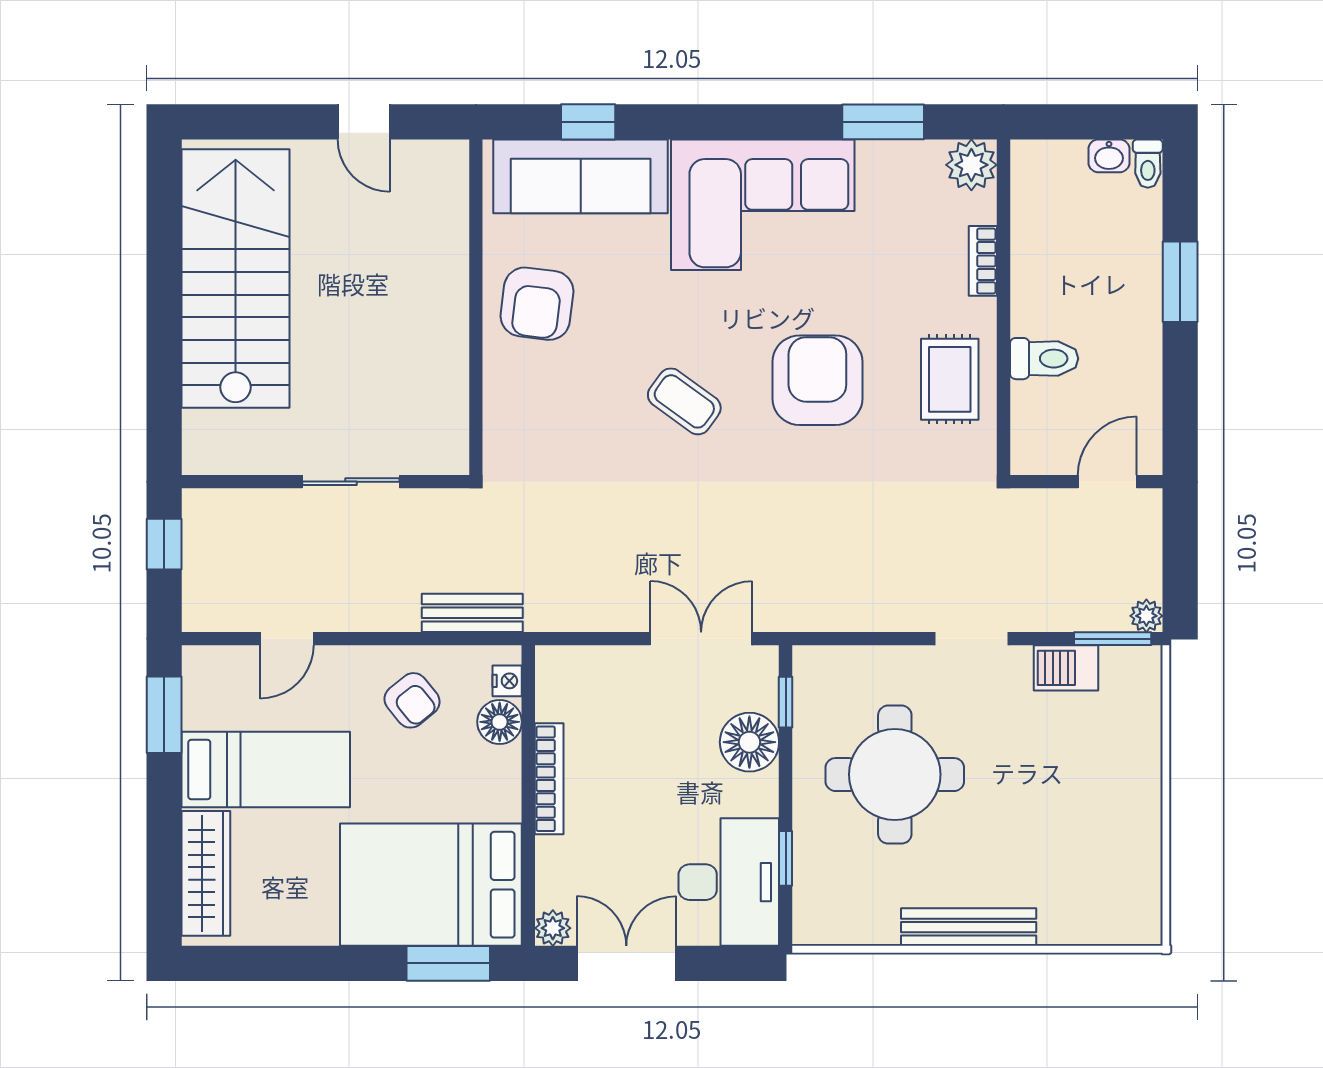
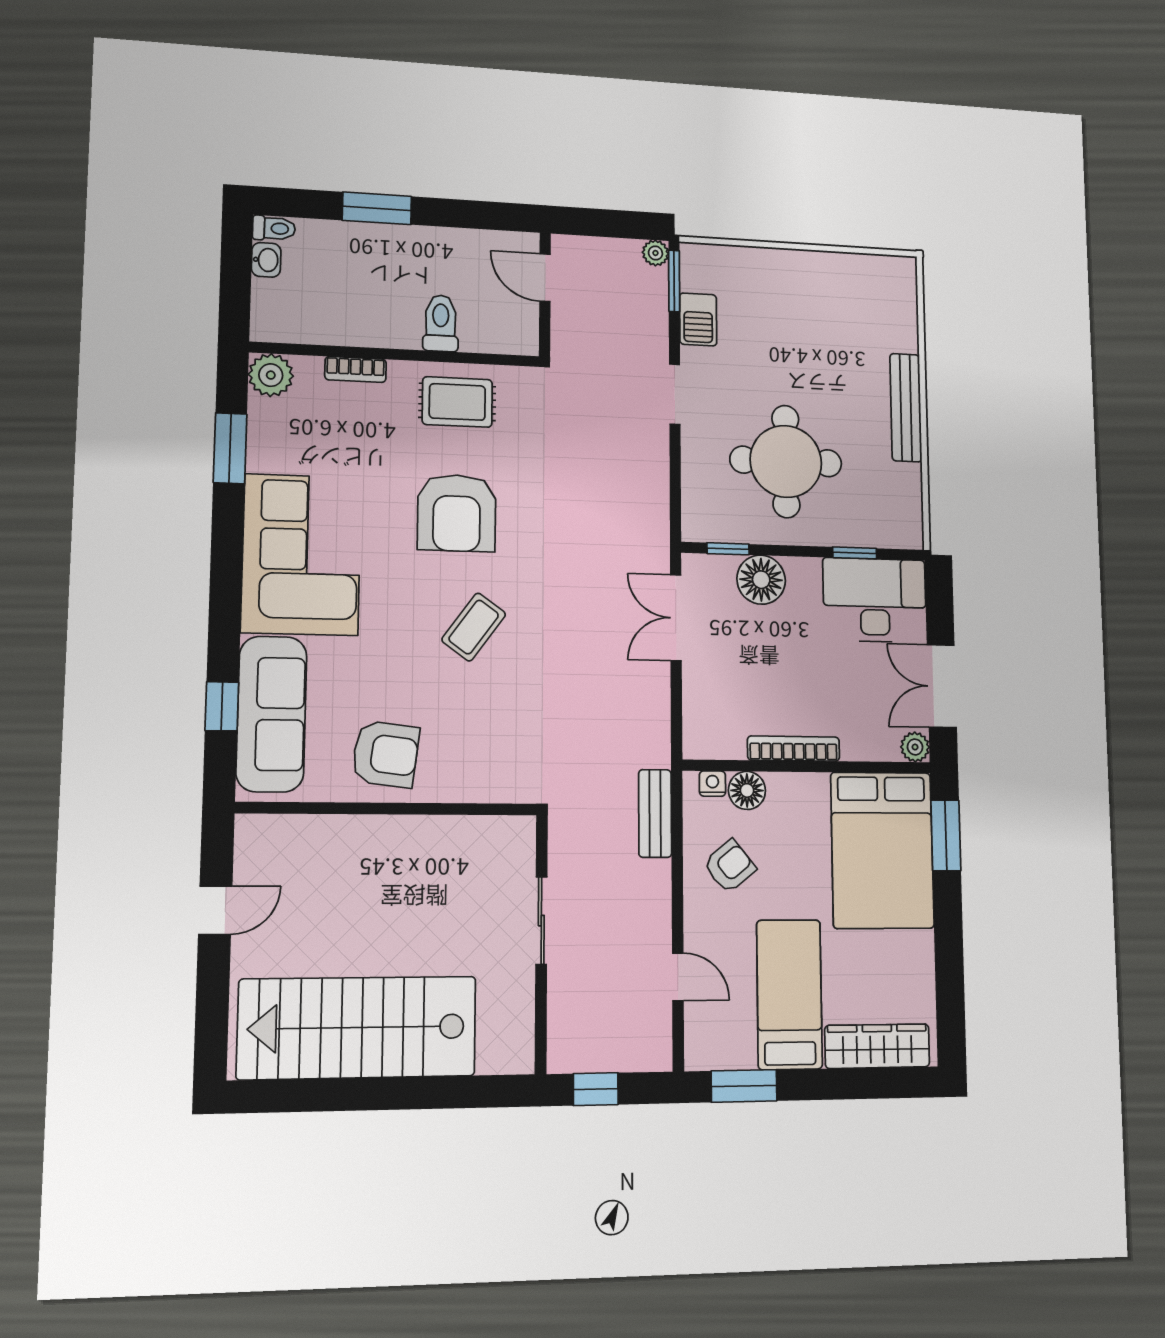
armchair: (817, 380) -> (457, 513), turned -90

